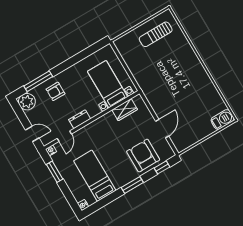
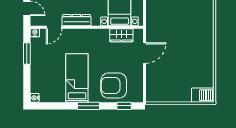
dresser: (80, 119) -> (76, 20), width x1.44
door: (162, 129) -> (145, 53), moved
armchair: (143, 156) -> (114, 86), turned -90
bed: (95, 176) -> (77, 78), moved

